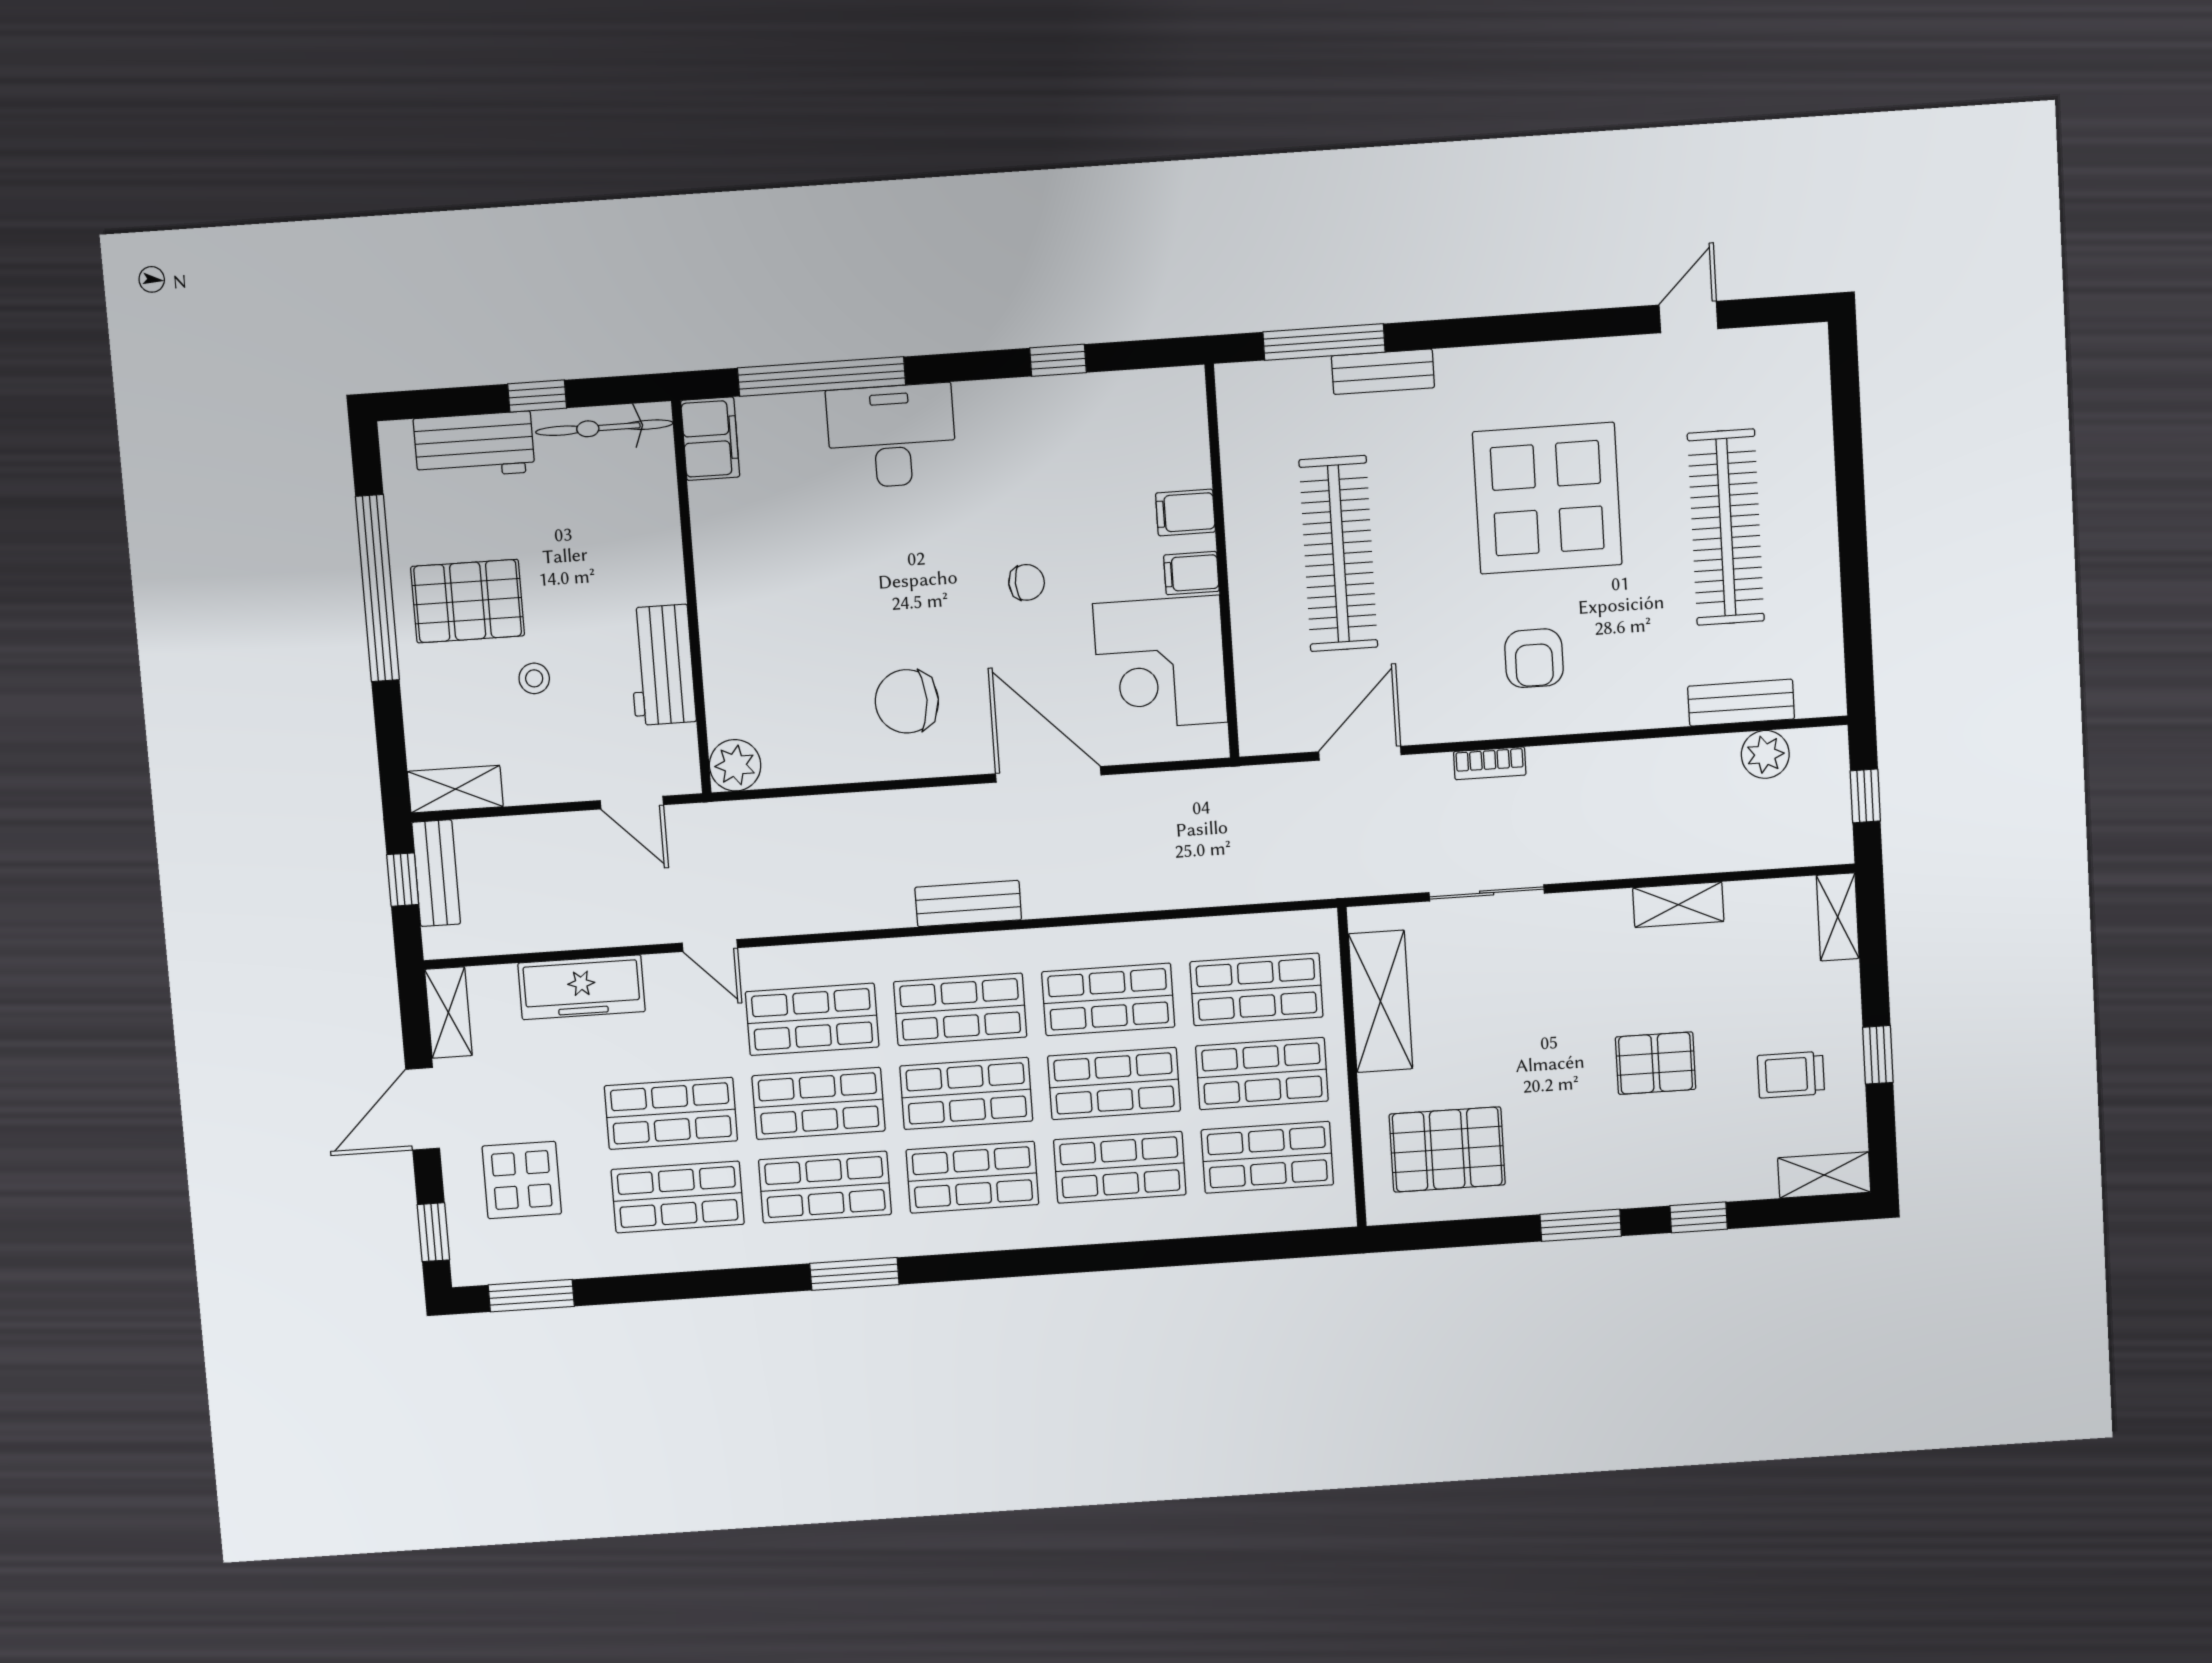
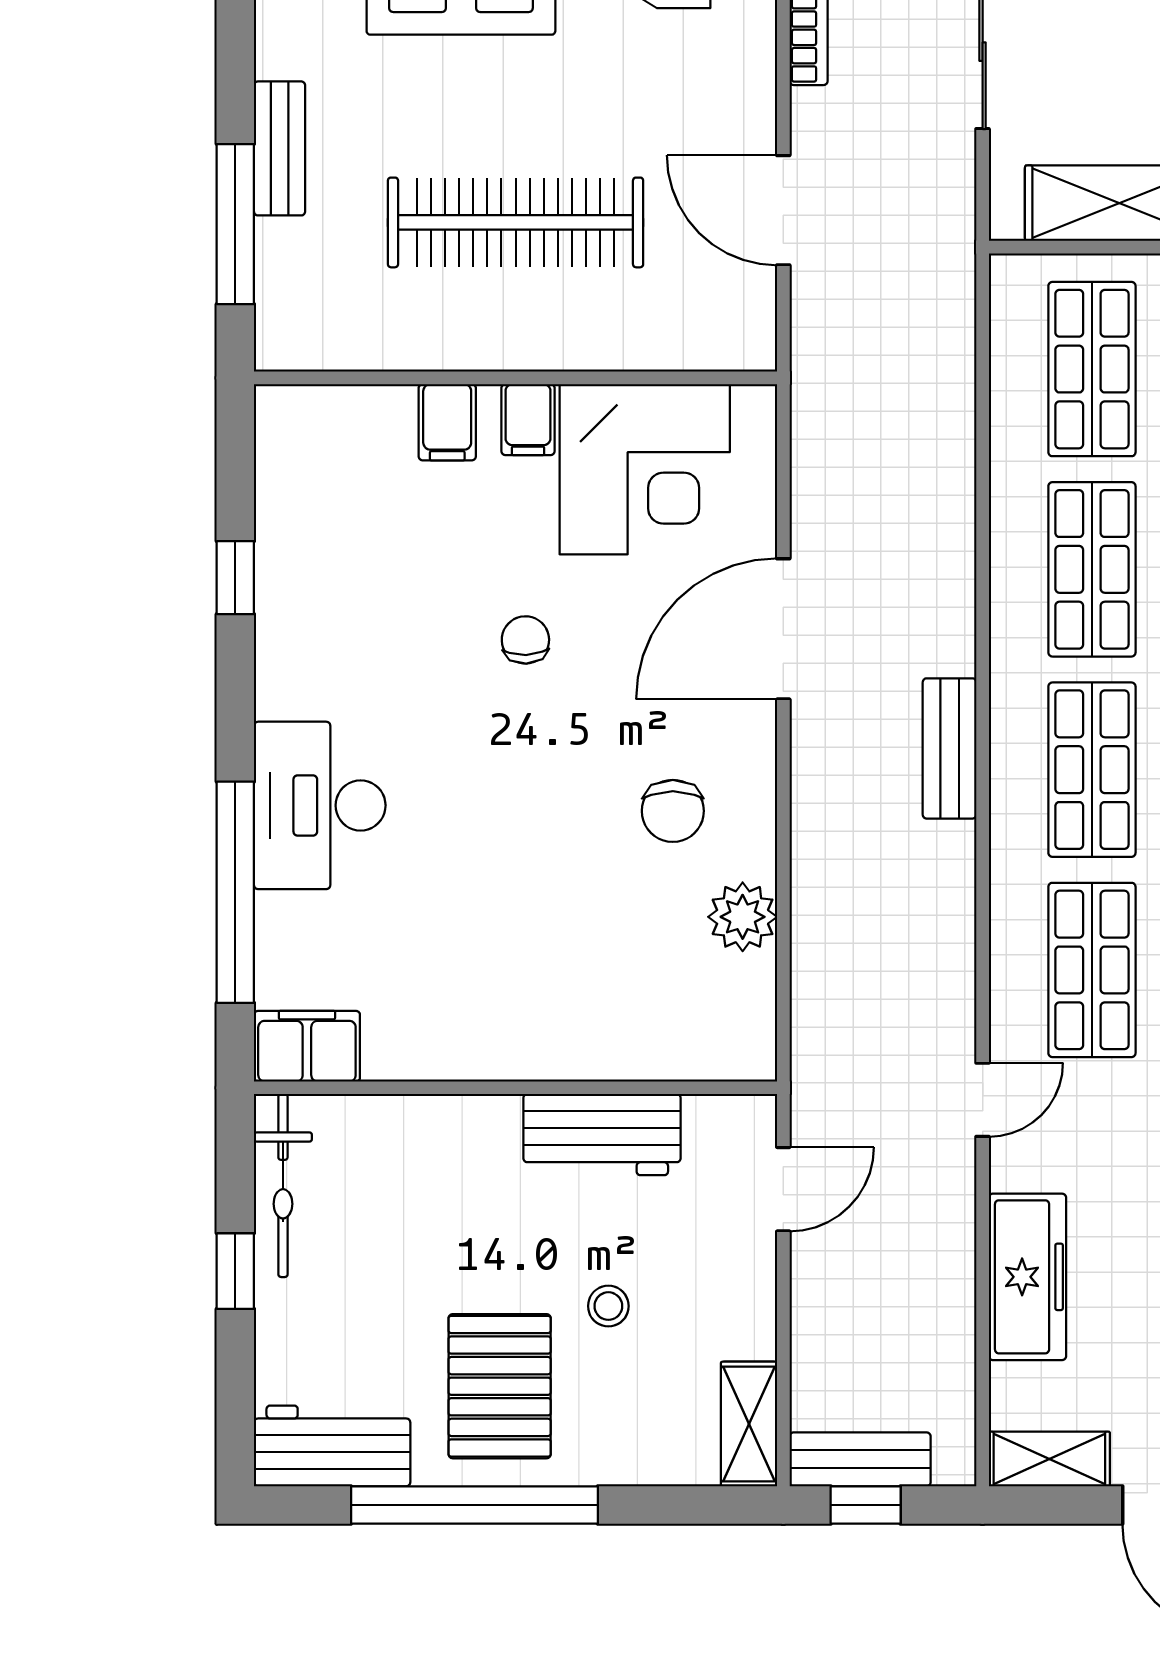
workbench: (474, 445) -> (332, 1446), moved, turned -90
chair: (907, 701) -> (673, 811), width x0.73, depth x0.73
plant: (735, 765) -> (743, 917), moved

